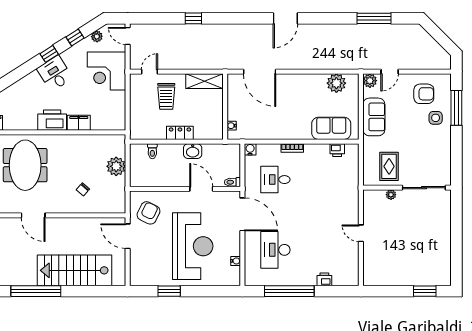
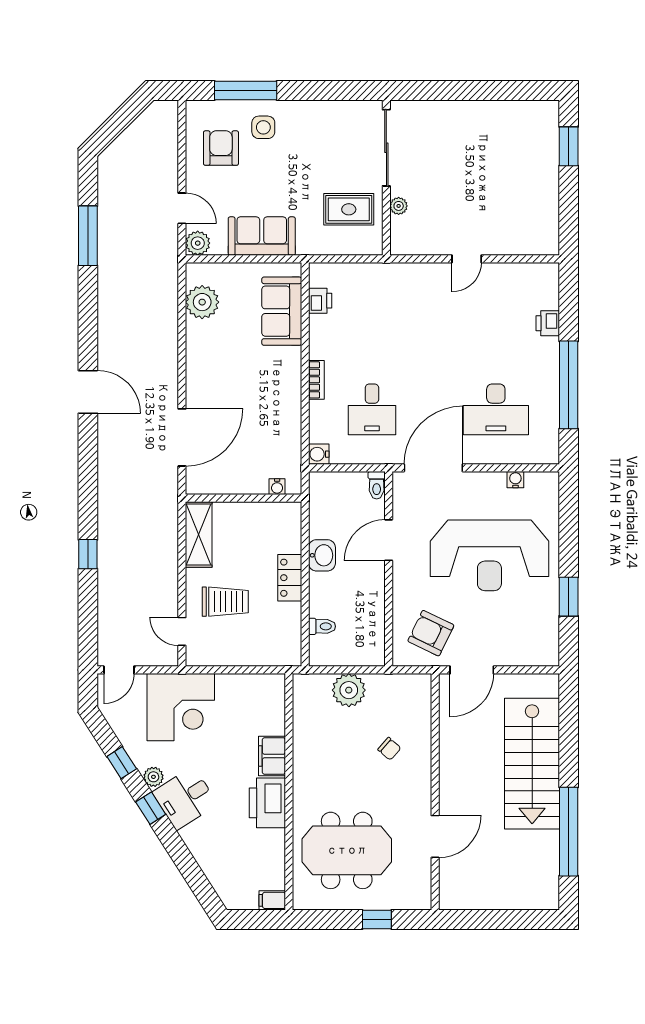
plant: (97, 36) -> (153, 777), moved
reception desk: (193, 246) -> (489, 555), turned 180

